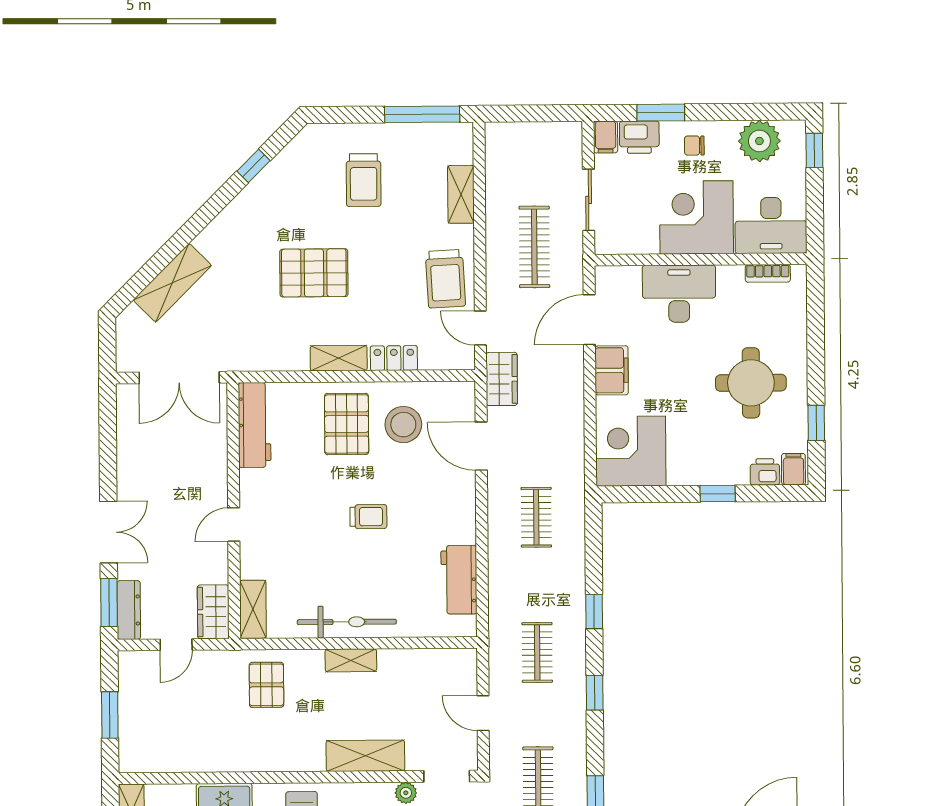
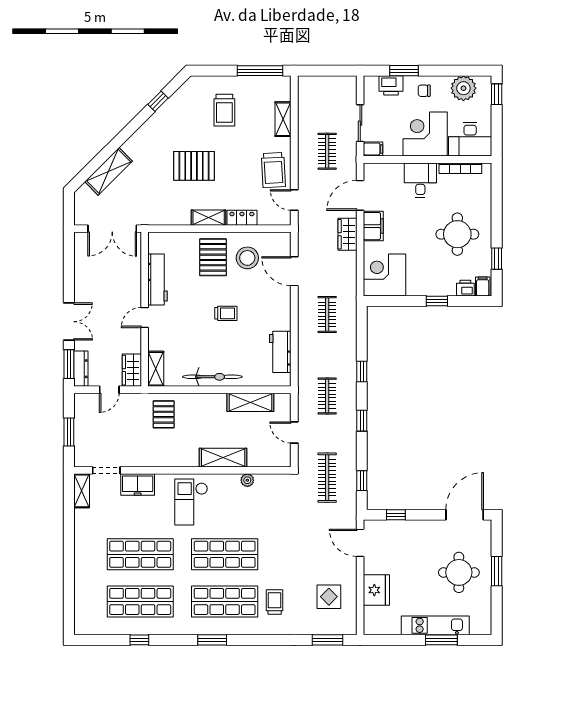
filing cabinet: (605, 137) -> (373, 149), moved, turned -90
clothes rail: (534, 247) -> (327, 151), width x0.73
bookcase: (768, 273) -> (460, 168), width x1.56
desk: (679, 294) -> (420, 180), width x0.73
wardrobe: (502, 379) -> (347, 234), moved, turned 180
workbench: (255, 425) -> (158, 280), moved
shelving: (351, 660) -> (250, 402), moved, width x1.50, depth x1.33
doorway: (447, 776) -> (106, 470), moved

